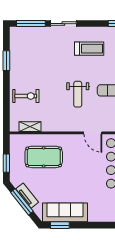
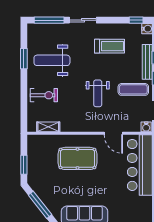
weight bench: (34, 62) -> (52, 60), added
pool table: (44, 157) -> (77, 158), moved
tv unit: (27, 196) -> (45, 198), removed

